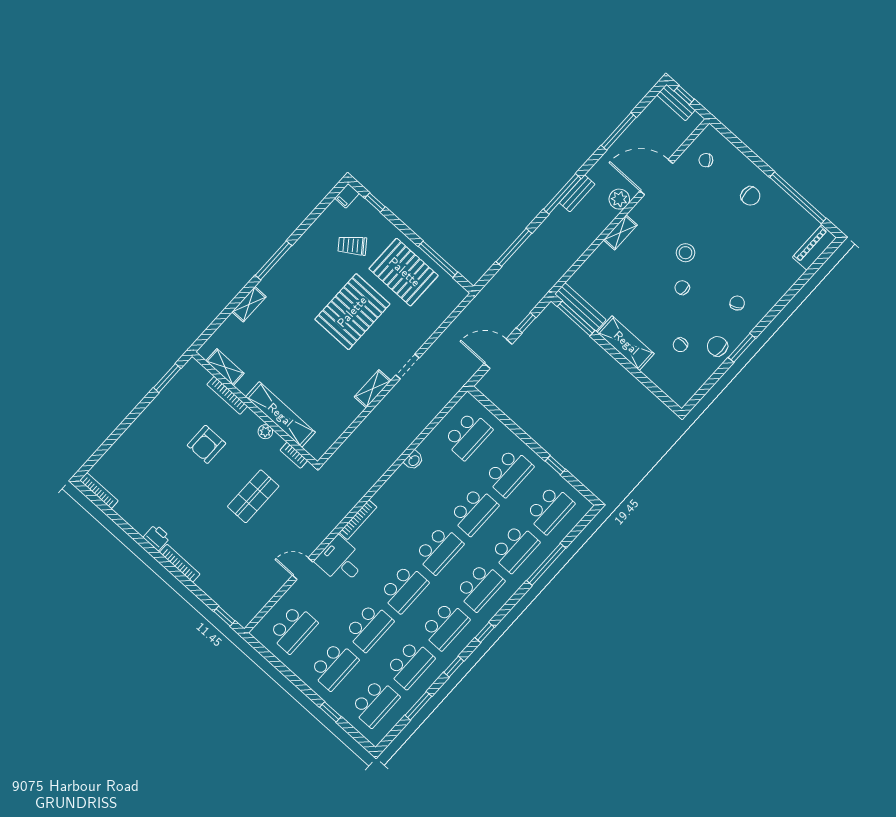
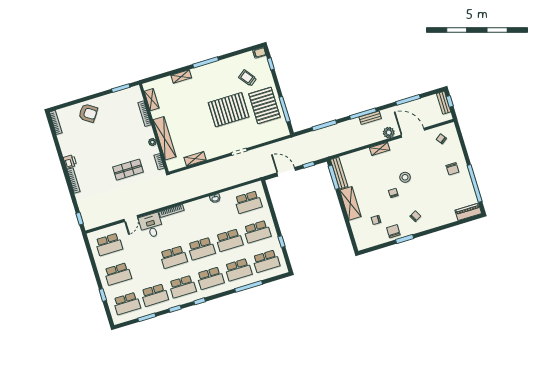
shelving: (373, 389) -> (195, 159), moved
armchair: (206, 444) -> (88, 113), moved, turned -146
door: (303, 569) -> (131, 218), swing flipped
school desk: (369, 627) -> (146, 266), removed

